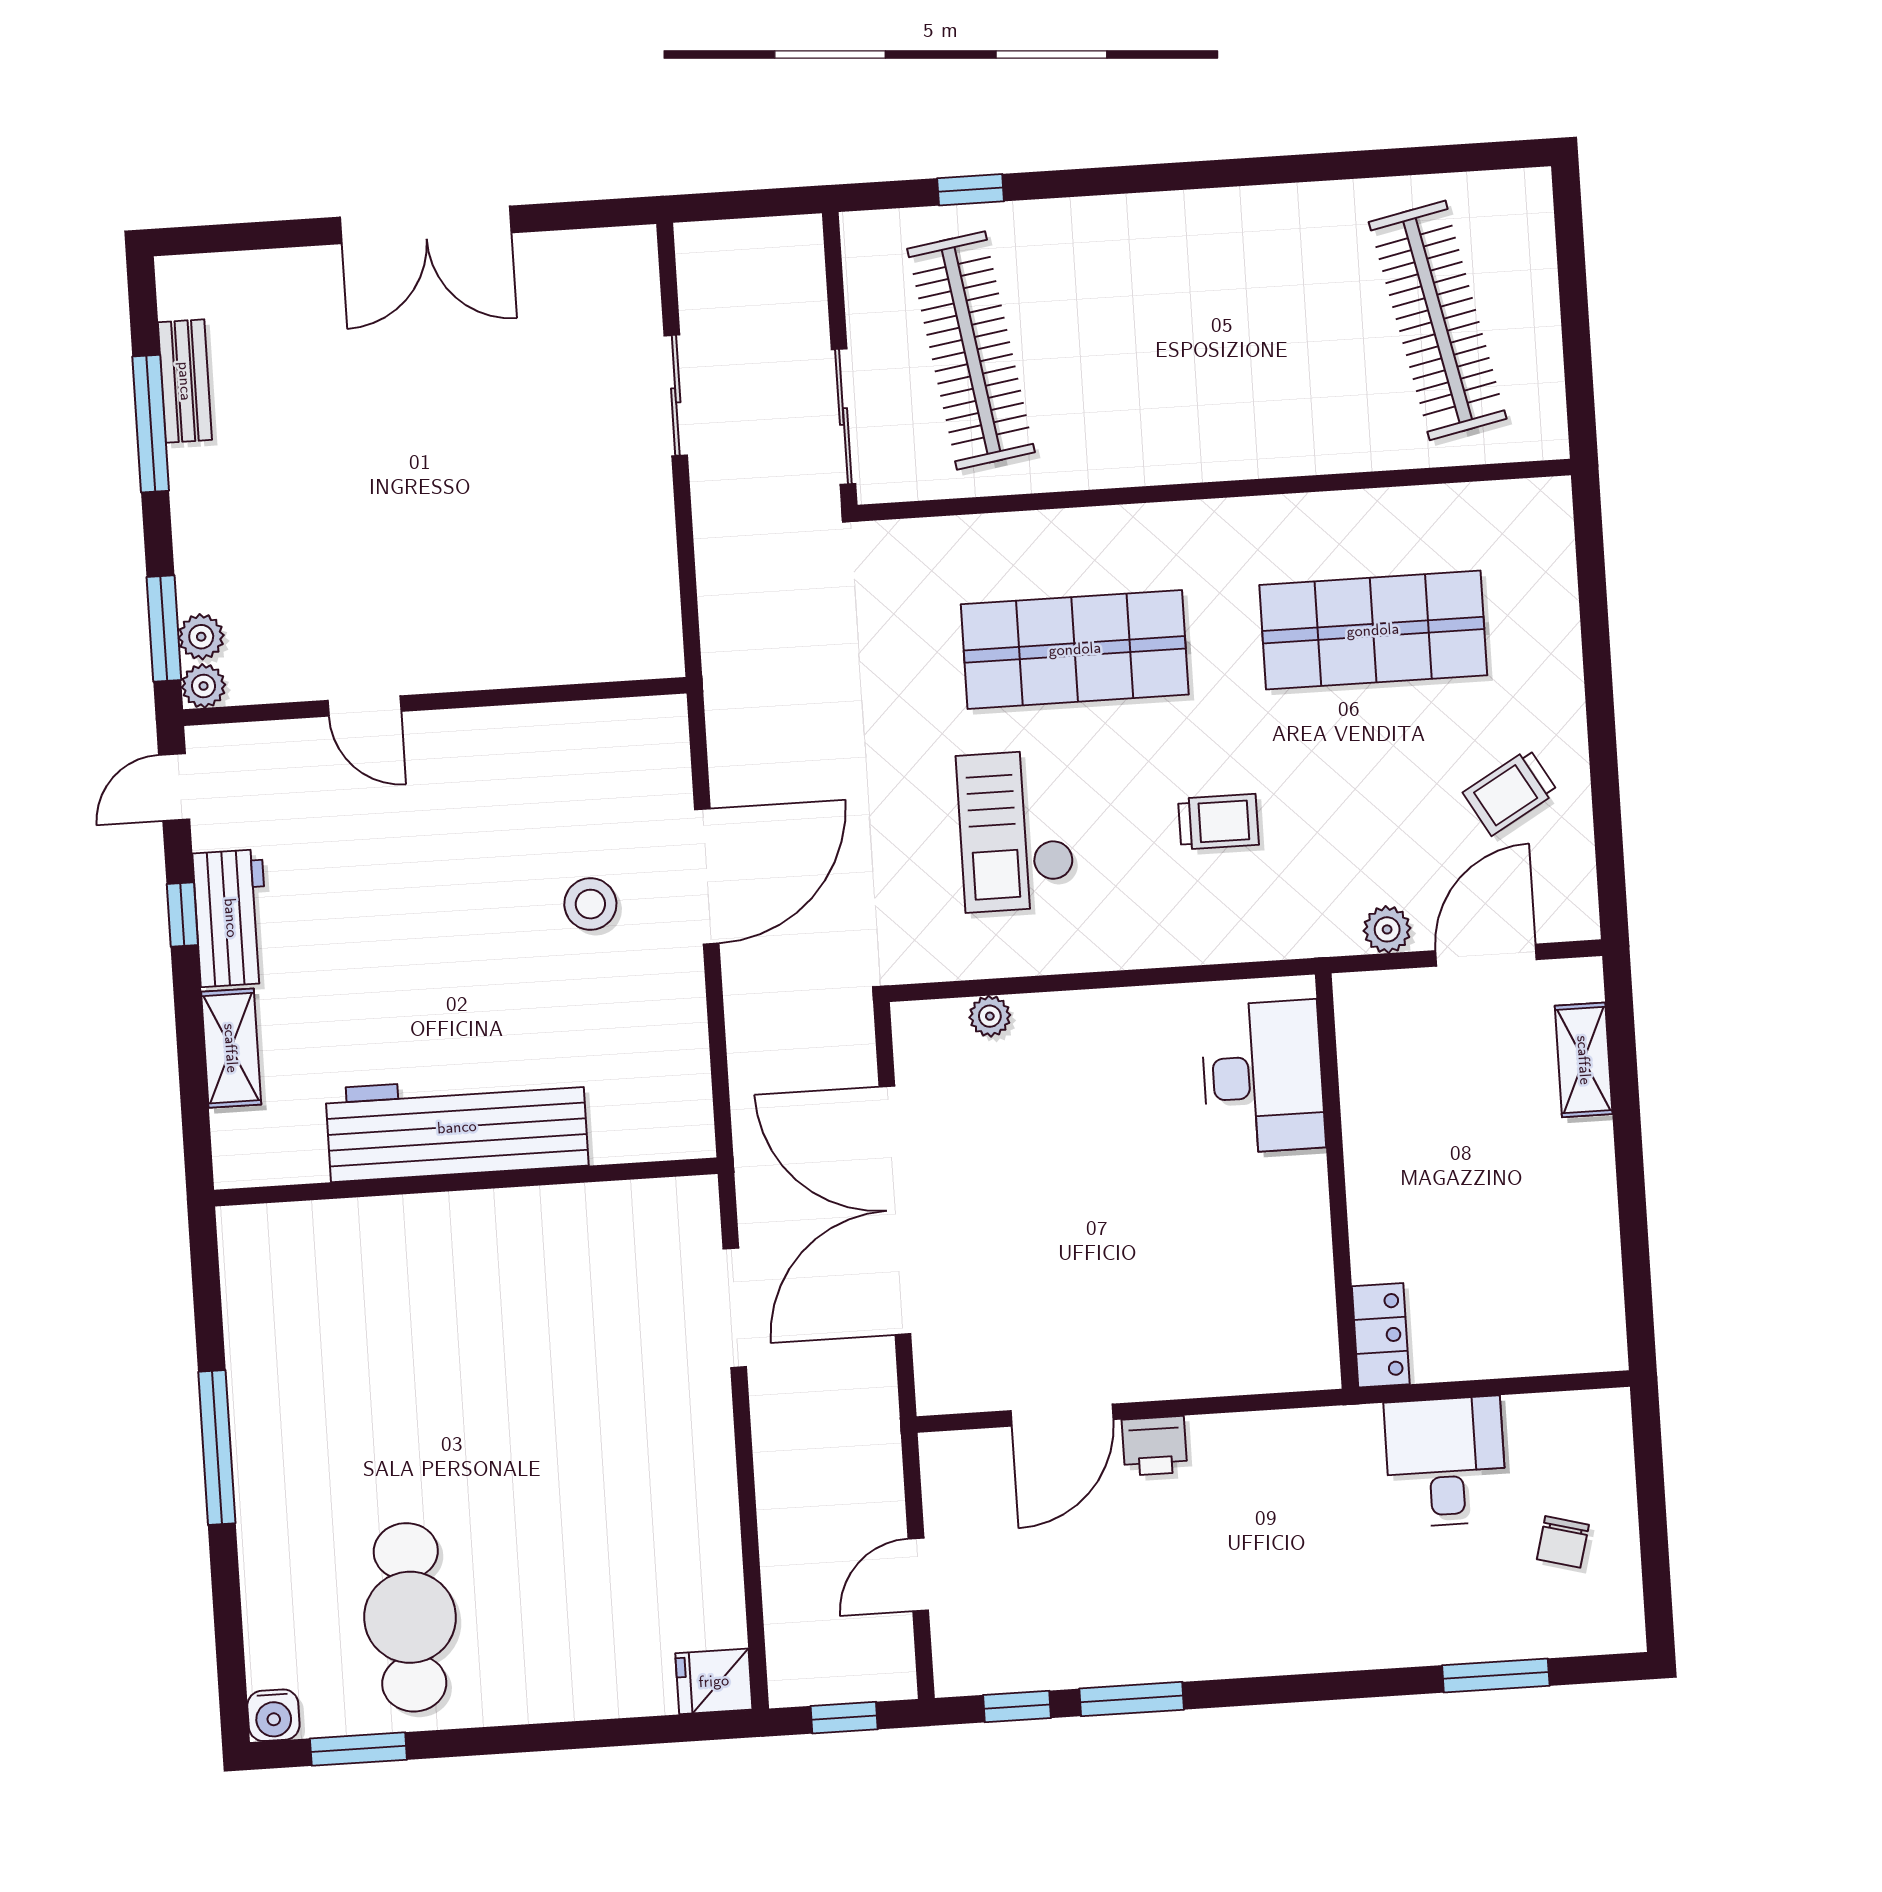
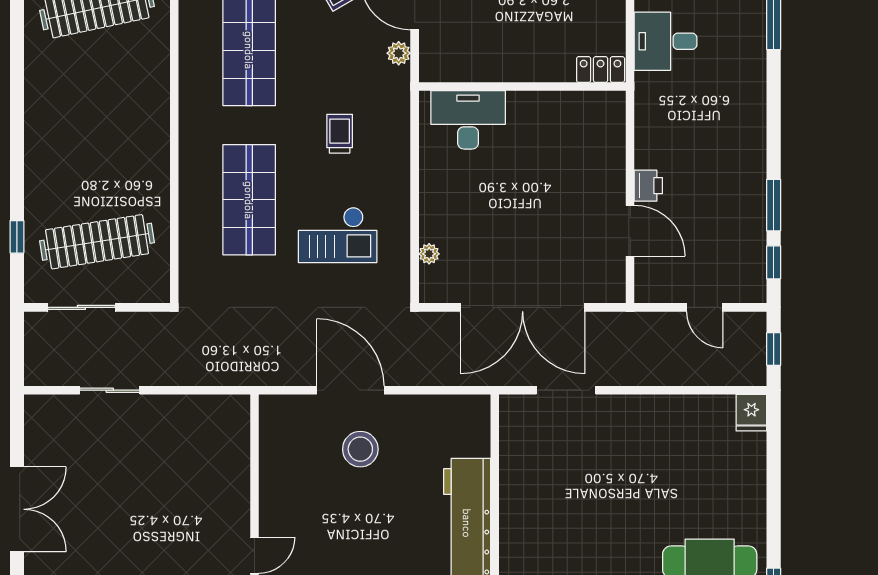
sliding door: (843, 416) -> (81, 307), moved
stool: (590, 904) -> (360, 449), width x1.38, depth x1.38

